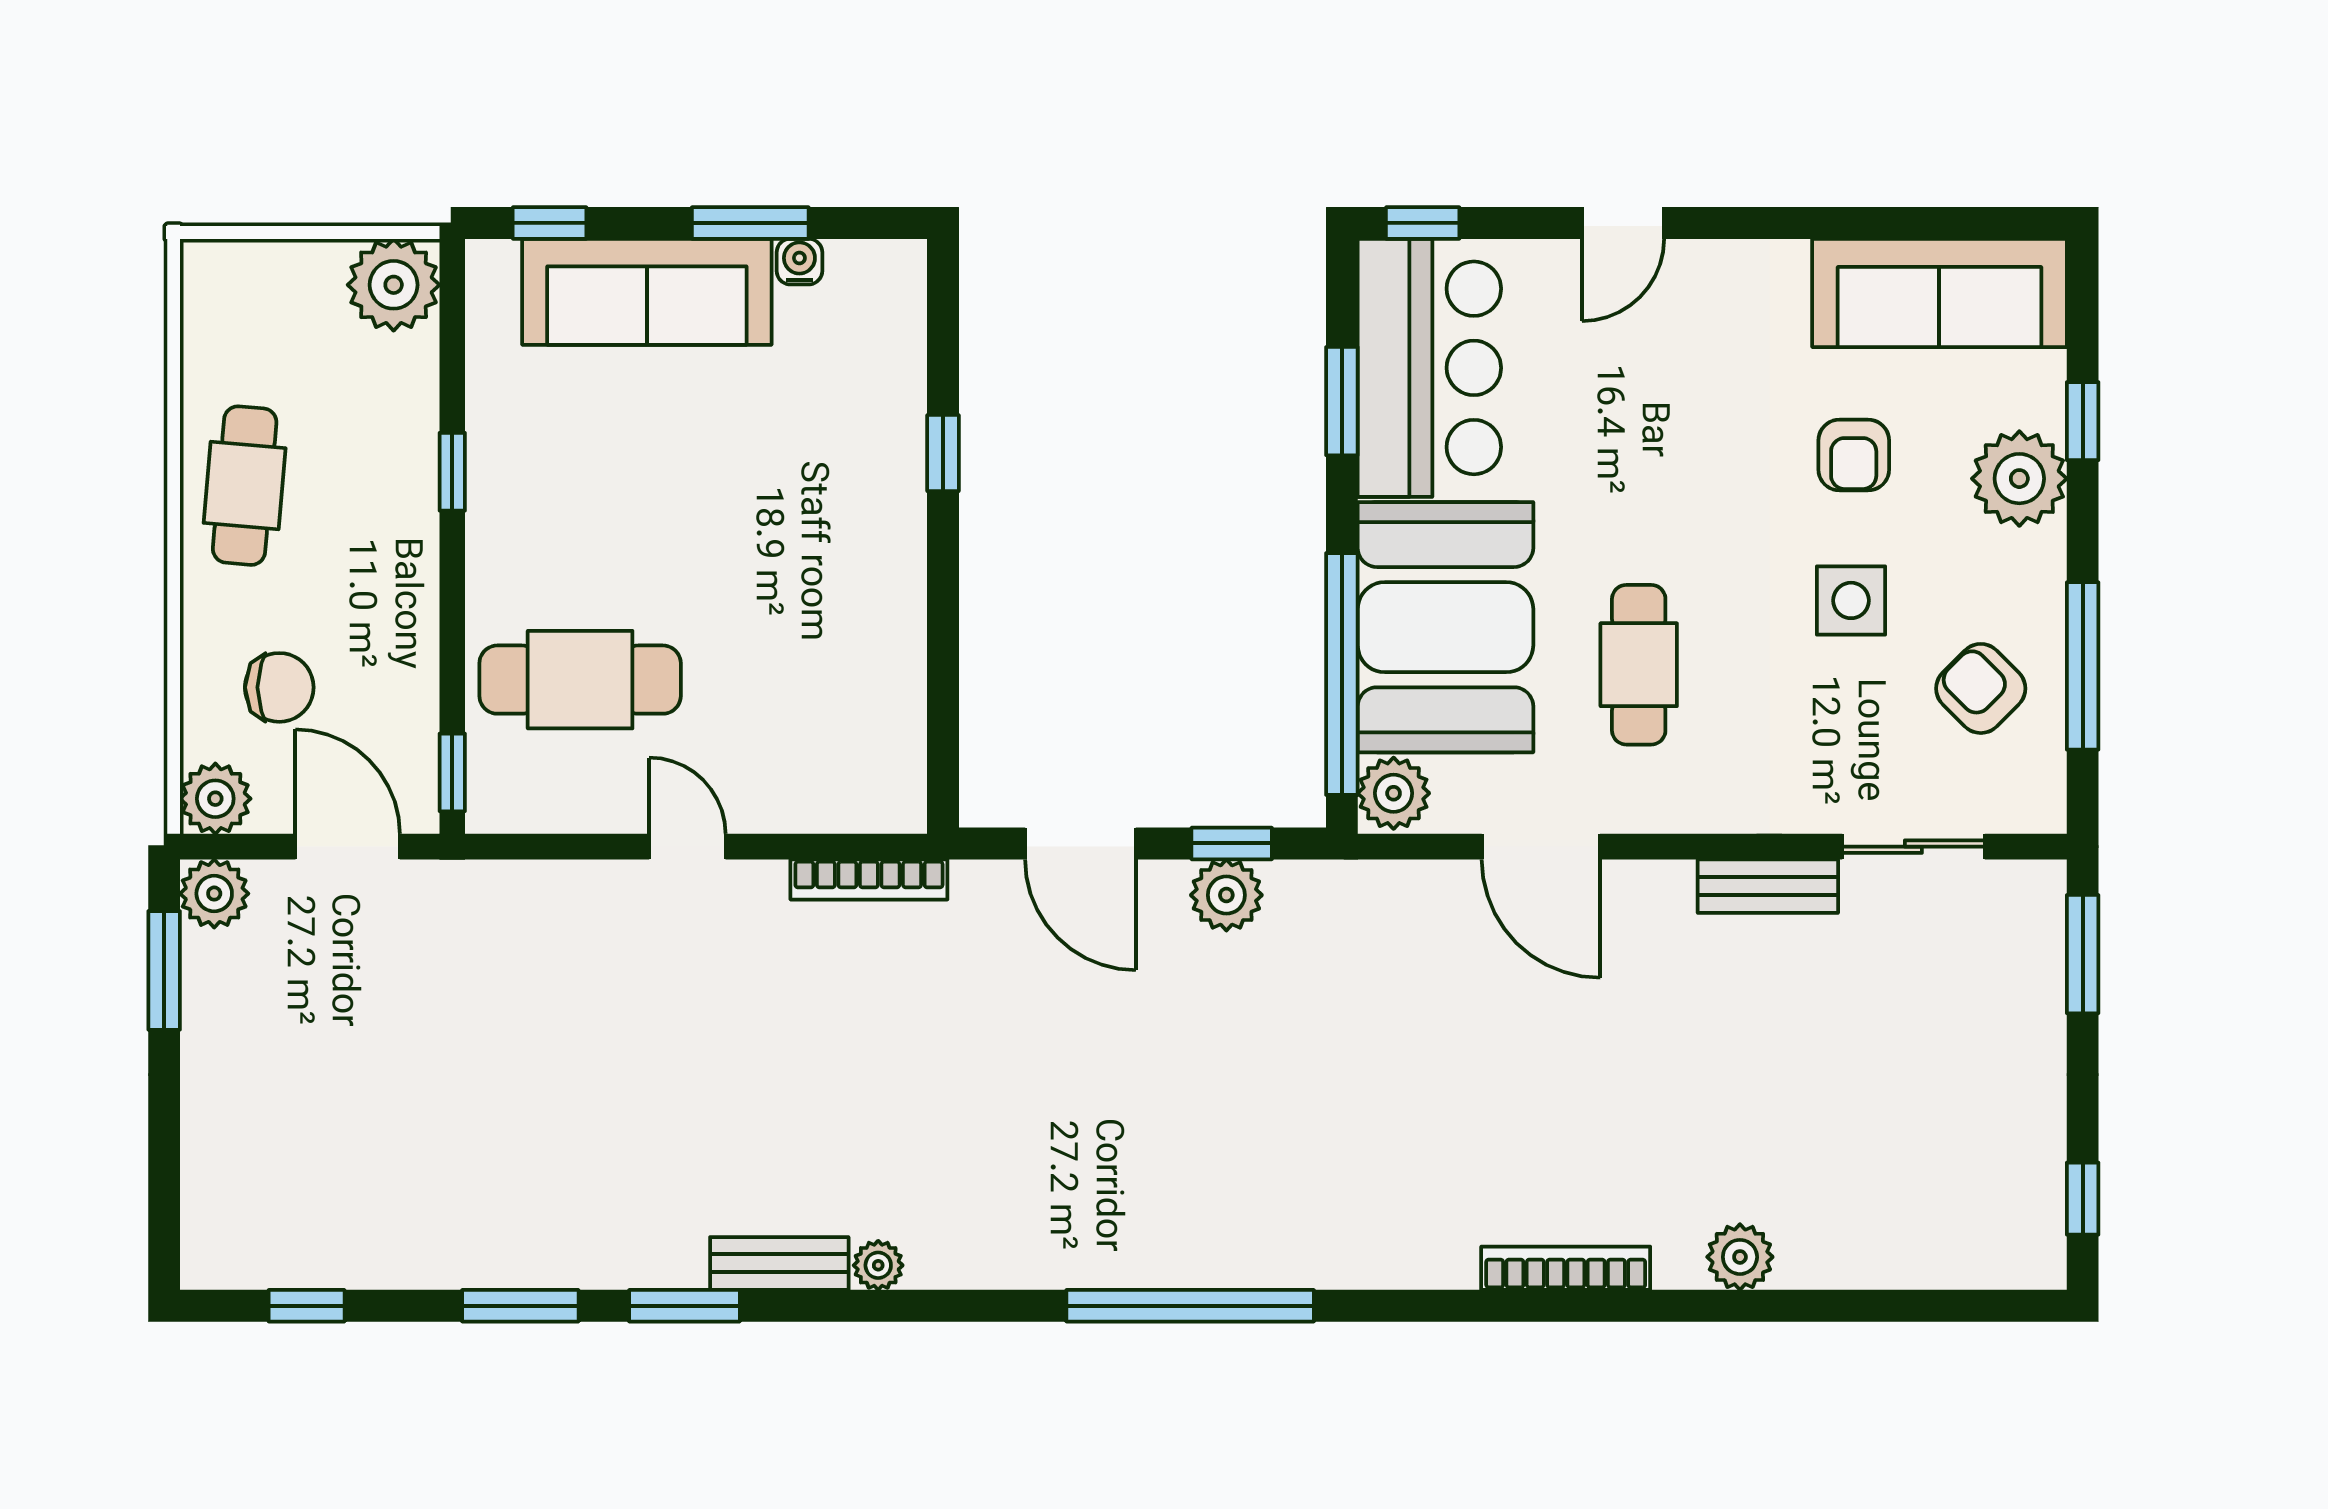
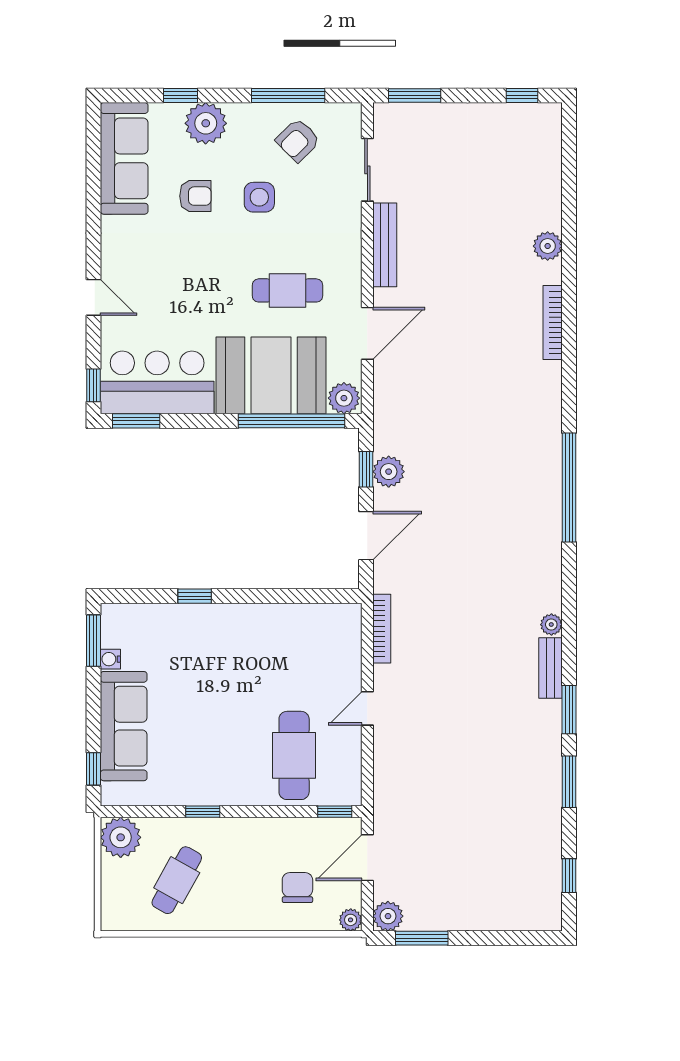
window: (750, 223) -> (93, 641), moved
window: (1342, 401) -> (136, 421), moved
cafe table: (245, 486) -> (177, 880), moved, turned -66
plant: (215, 799) -> (351, 920), width x0.73, depth x0.73
bench: (1768, 886) -> (385, 245), width x1.36

